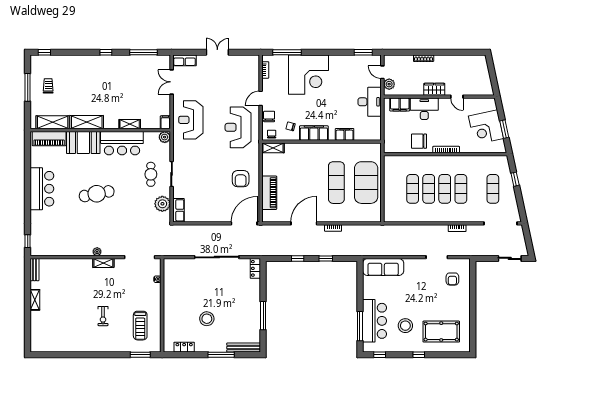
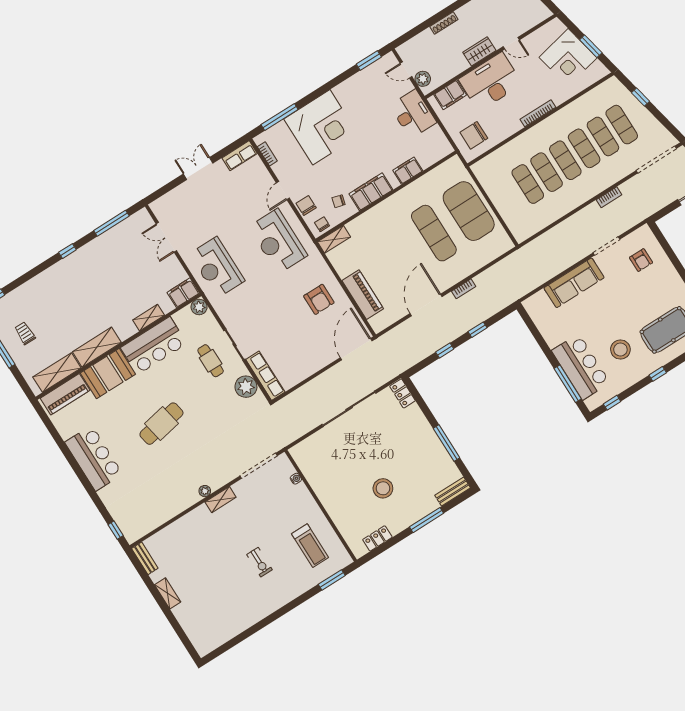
row of seats: (184, 60) -> (240, 156), moved
desk: (424, 109) -> (490, 82), width x1.36, depth x1.30
filing cabinet: (165, 122) -> (183, 293), width x2.00
chair: (419, 141) -> (474, 135), moved
exercise mat: (477, 189) -> (603, 136), added
row of seats: (178, 210) -> (265, 376), width x1.48
sofa: (383, 267) -> (574, 283), moved
bench: (244, 348) -> (453, 492), width x0.73

